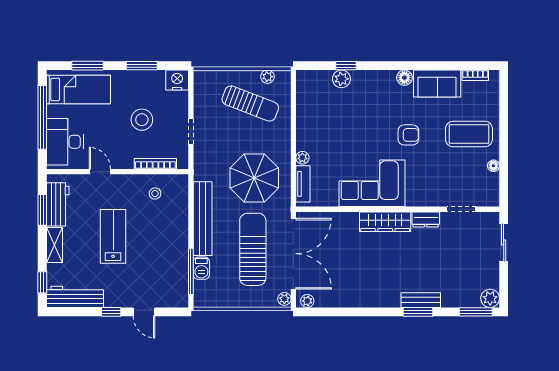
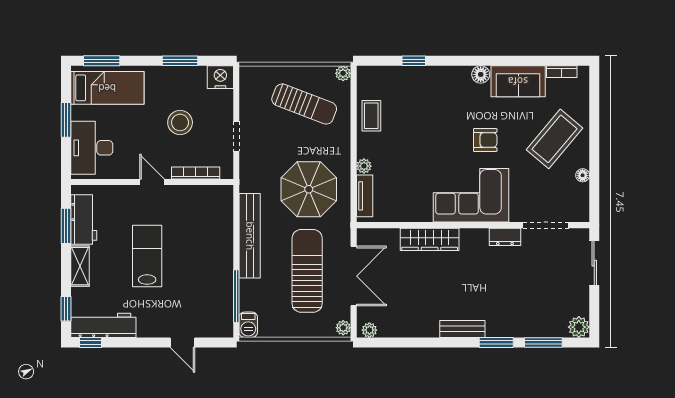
window: (88, 66) -> (102, 61), moved
plant: (267, 77) -> (343, 73), moved
plant: (341, 79) -> (409, 76), removed
coffee table: (309, 114) -> (371, 116), added
window: (42, 117) -> (66, 120), width x0.47
coffee table: (469, 134) -> (555, 139), turned -50
door: (100, 172) -> (152, 182), moved
corner sofa: (372, 183) -> (471, 195), moved
stool: (155, 194) -> (195, 207), removed
doorway: (461, 209) -> (546, 225), width x1.38
wardrobe: (385, 222) -> (430, 239), moved
double door: (293, 254) -> (354, 276), width x0.73
barbecue: (201, 268) -> (248, 325), moved
bench: (421, 300) -> (462, 329), moved
window: (111, 312) -> (90, 342), moved
window: (476, 312) -> (543, 342), moved

